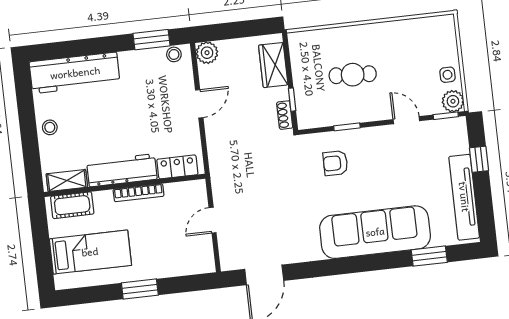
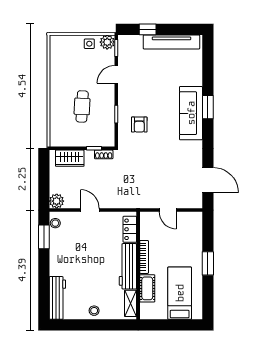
workbench: (75, 73) -> (57, 298), width x0.73, depth x0.76
cot: (72, 205) -> (147, 288), moved
sofa: (375, 232) -> (191, 113), width x0.74, depth x0.79
window: (429, 256) -> (208, 107), moved

